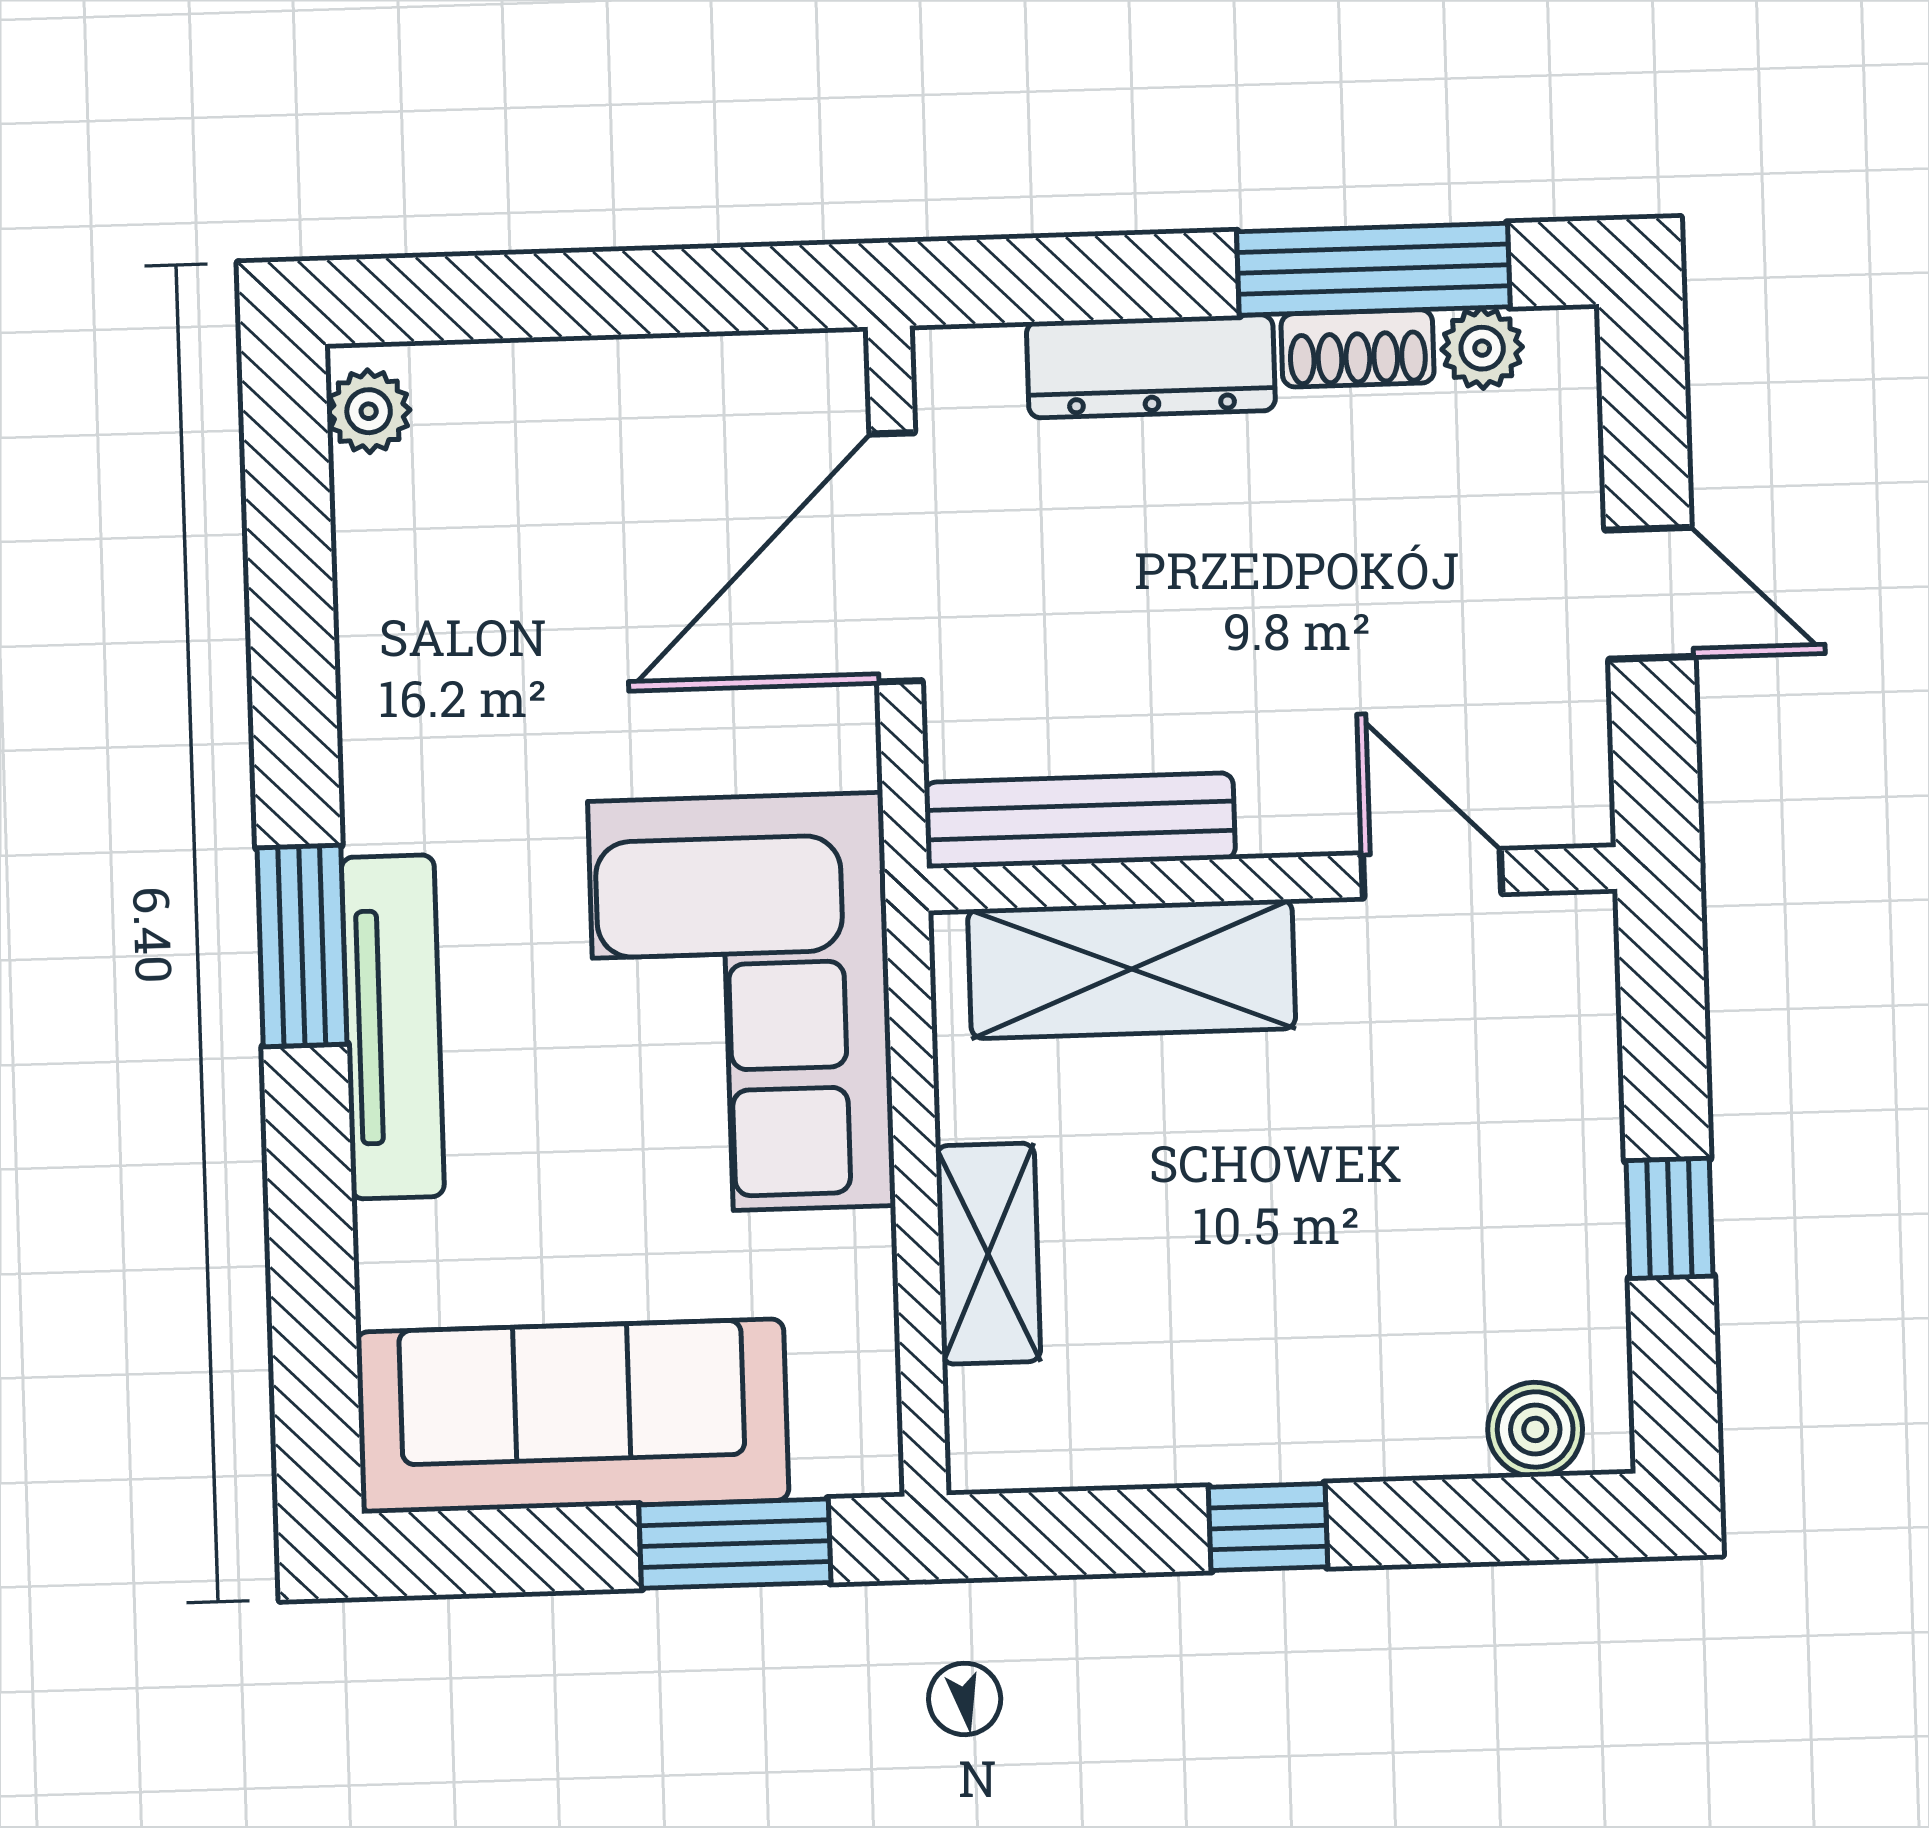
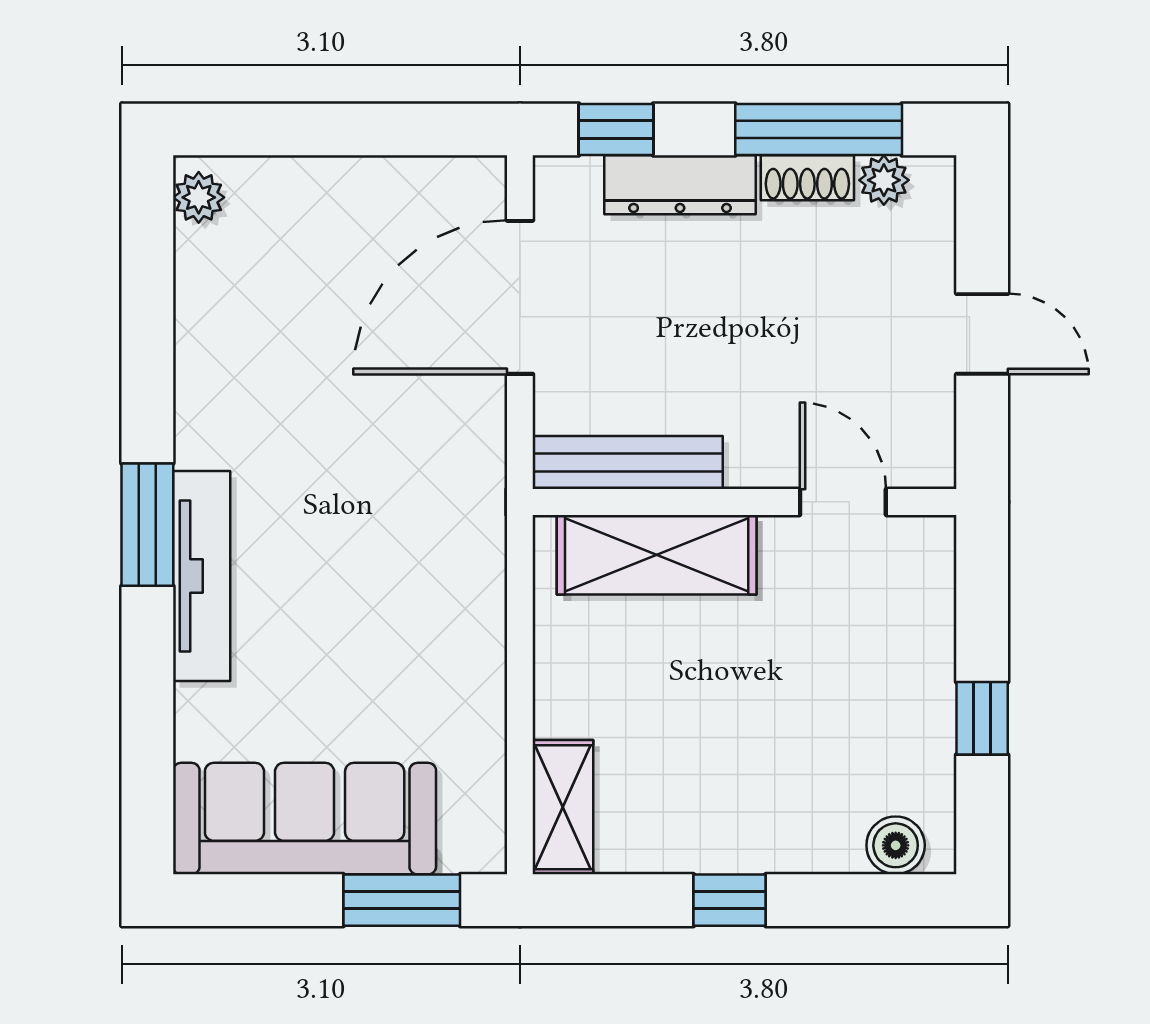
window: (1044, 280) -> (616, 130), added
corner sofa: (742, 1003) -> (416, 568), removed
shelving: (988, 1254) -> (563, 807), moved

